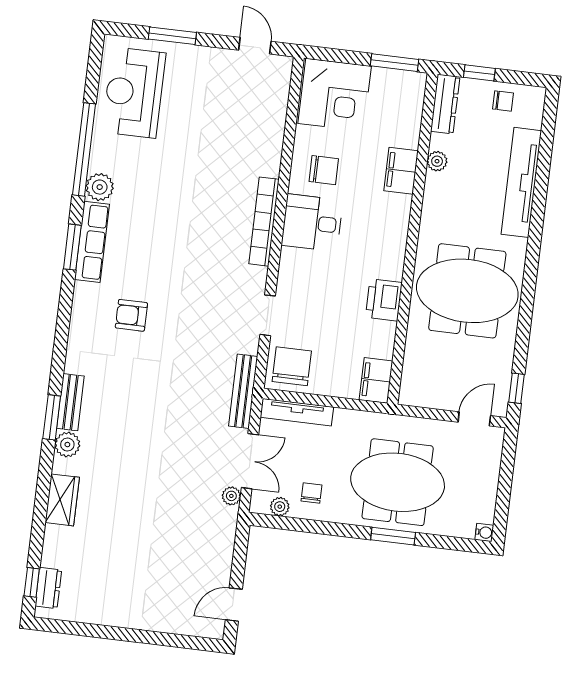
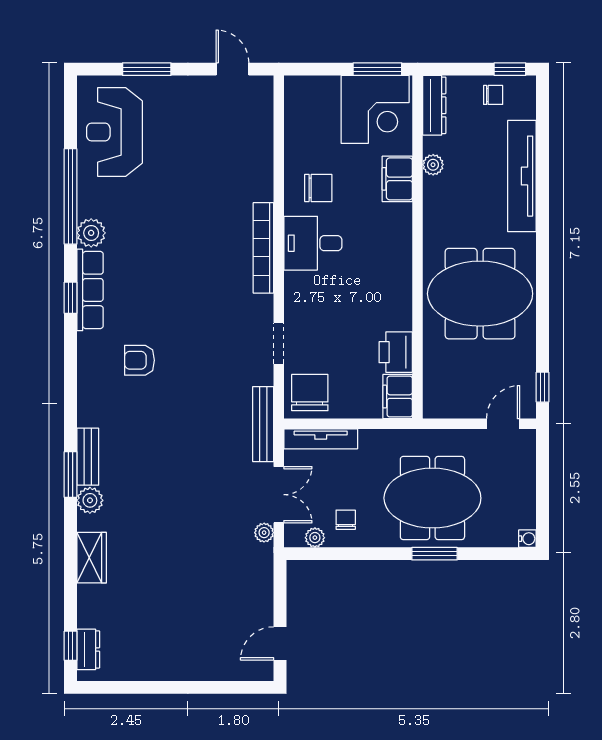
window: (479, 73) -> (510, 69), moved
corner desk: (335, 95) -> (375, 109), moved
window: (72, 247) -> (71, 298), width x0.67
printer: (384, 300) -> (396, 352), moved

